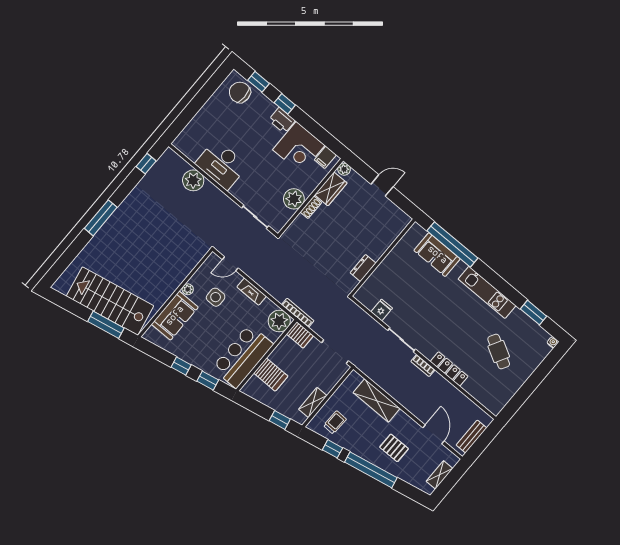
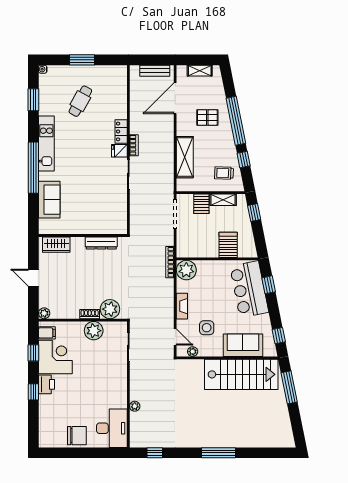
window: (259, 82) -> (33, 353), moved
chair: (240, 92) -> (77, 436), moved, turned -90
desk: (221, 165) -> (112, 428), moved
plant: (193, 180) -> (135, 406), width x0.53, depth x0.53
wardrobe: (331, 189) -> (56, 245), moved, turned 180
plant: (300, 228) -> (110, 309), added
window: (452, 244) -> (33, 168), moved
dresser: (363, 268) -> (101, 243), width x1.44
plant: (188, 289) -> (193, 352), moved
stairs: (110, 301) -> (241, 374), moved, turned -79
fridge: (382, 310) -> (119, 151), moved
server rack: (300, 335) -> (201, 204), moved, turned 180
bar counter: (243, 356) -> (249, 289), moved, turned 79
window: (181, 366) -> (279, 336), moved
locker: (449, 369) -> (121, 131), width x0.66
window: (533, 382) -> (82, 60), added
door: (434, 434) -> (175, 98), width x1.36
pallet: (394, 448) -> (207, 118), turned 90

